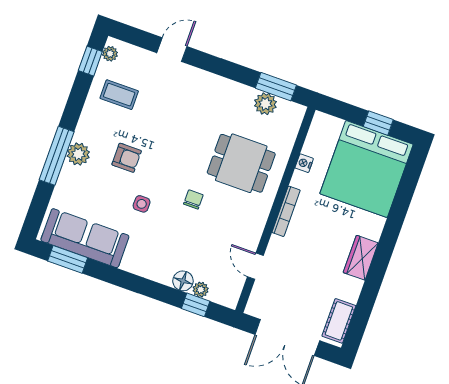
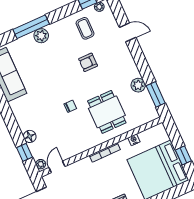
plant: (265, 104) -> (138, 85), moved
armchair: (127, 158) -> (88, 62), moved, turned 90
side table: (142, 204) -> (46, 85), removed
door: (255, 266) -> (57, 167), moved
plant: (201, 290) -> (41, 164), moved

